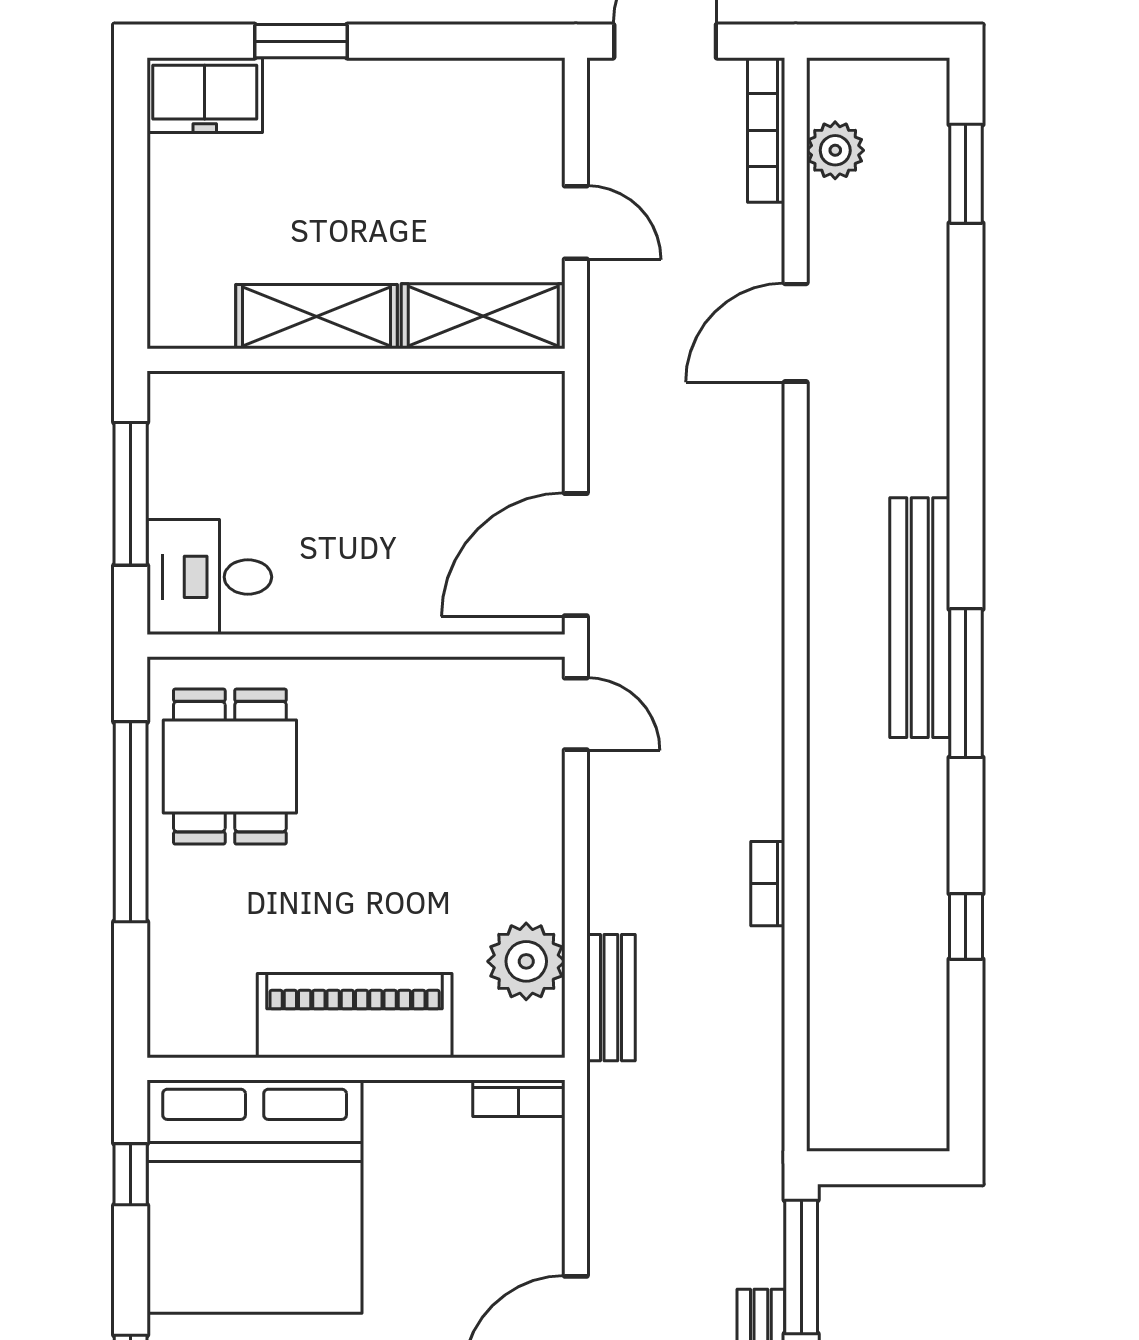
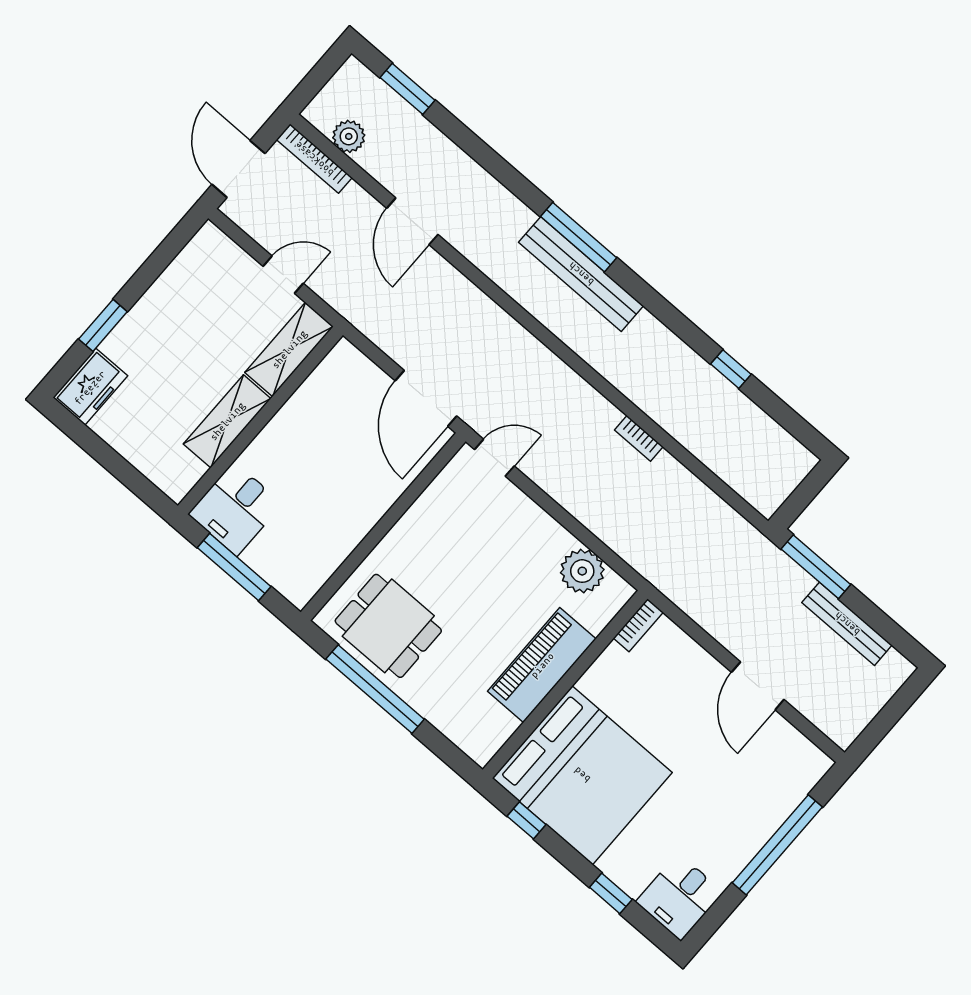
desk: (209, 577) -> (235, 509), moved
window: (966, 683) -> (579, 237), moved
bench: (611, 998) -> (629, 548), removed

